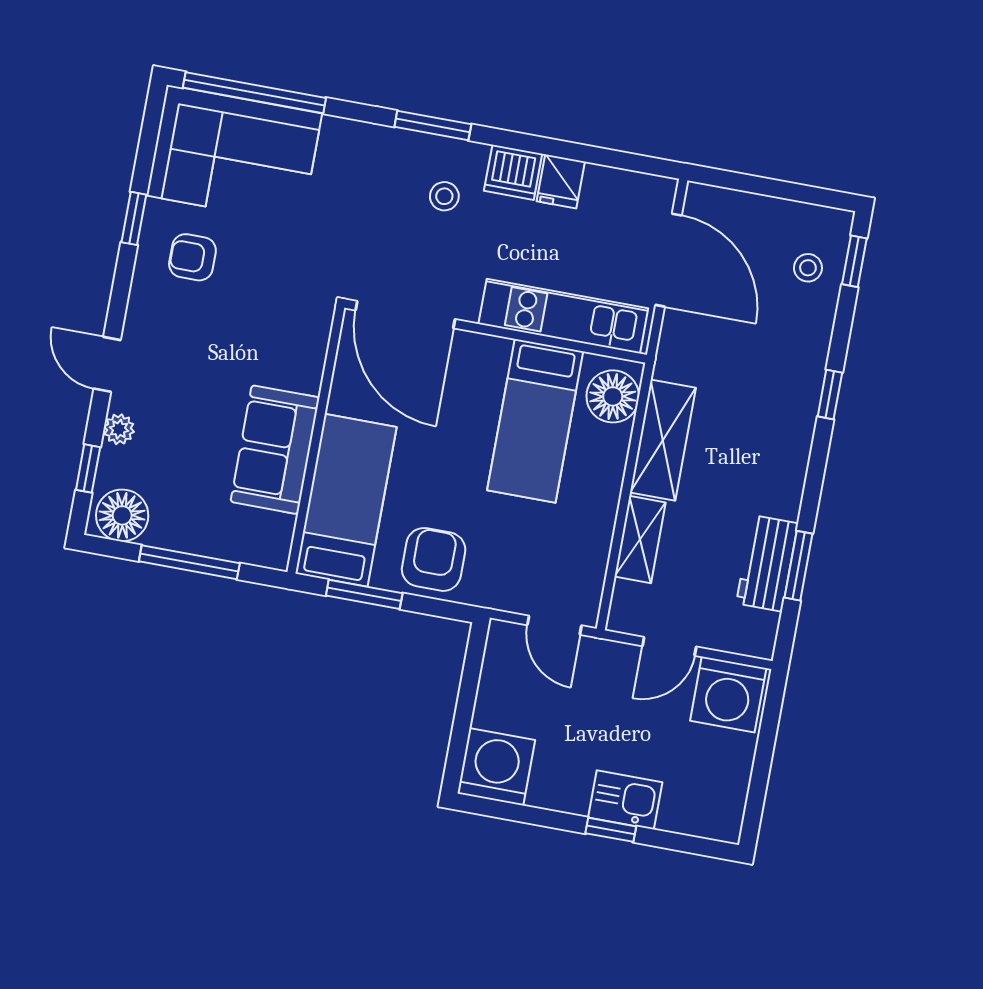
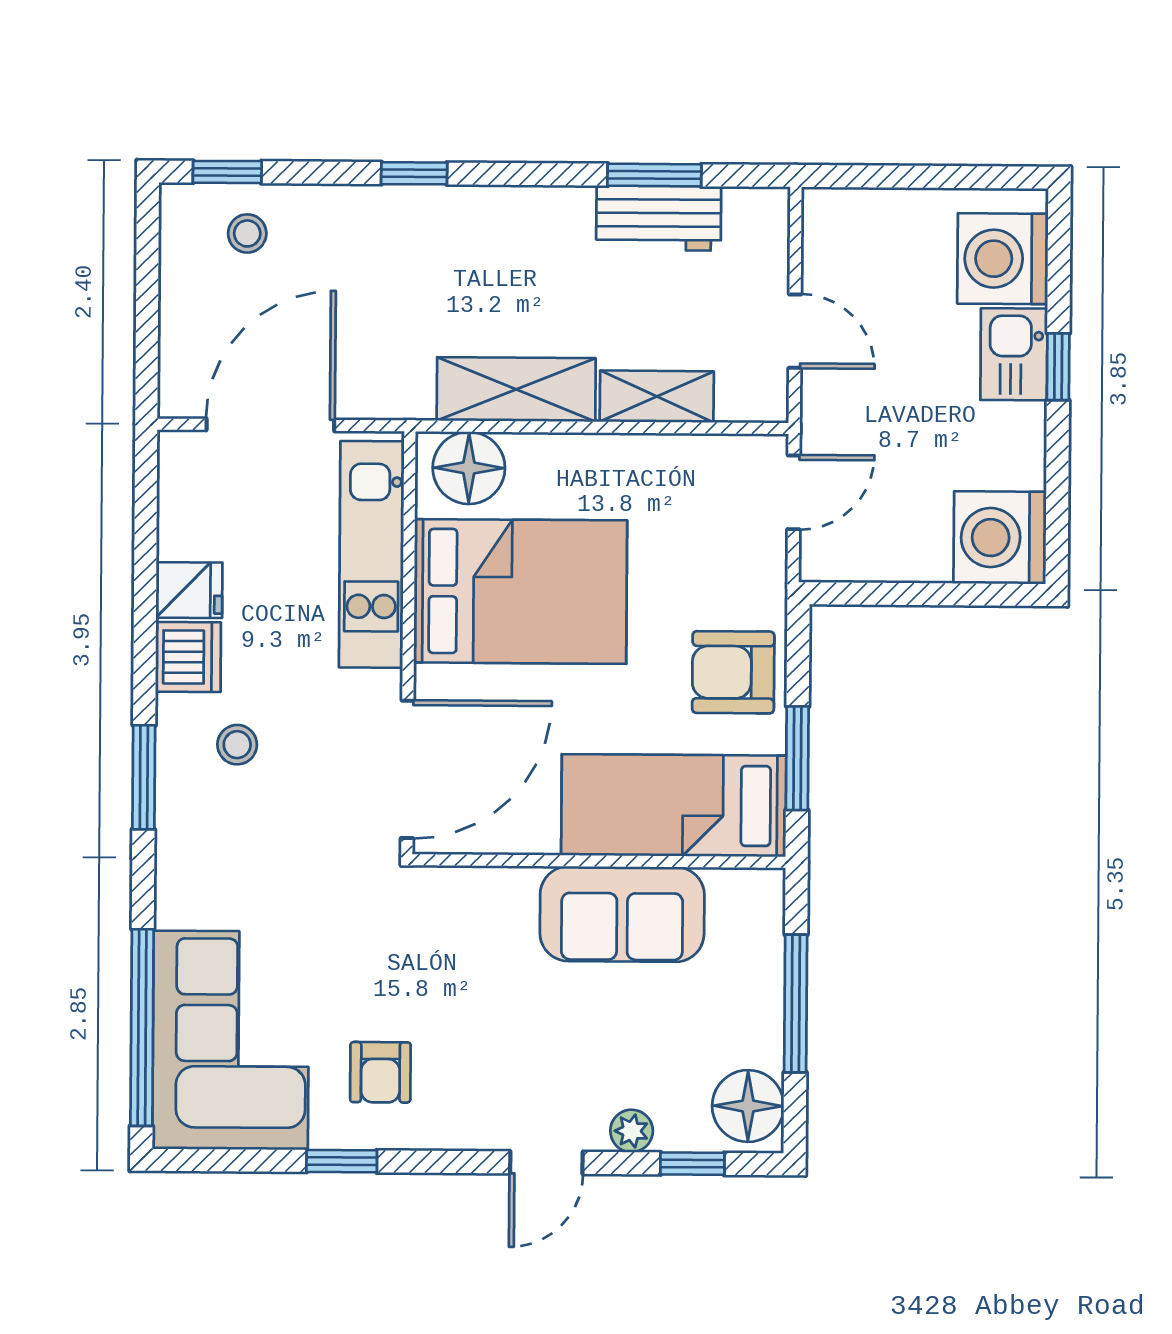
bed: (535, 421) -> (520, 591), width x1.50
washing machine: (728, 694) -> (1003, 259), moved, turned 180

